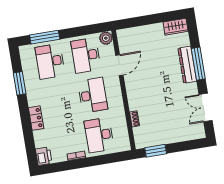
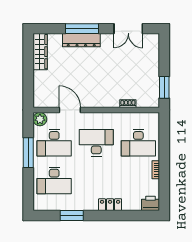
wardrobe: (176, 27) -> (40, 52), width x1.50
window: (45, 37) -> (28, 153), moved

